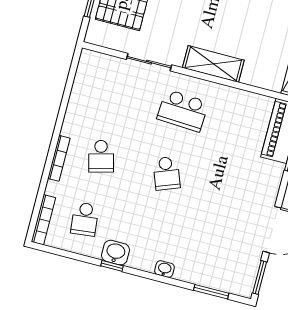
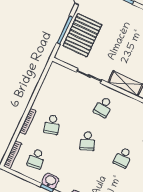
school desk: (183, 111) -> (103, 107), width x0.54
school desk: (232, 190) -> (123, 158), added

